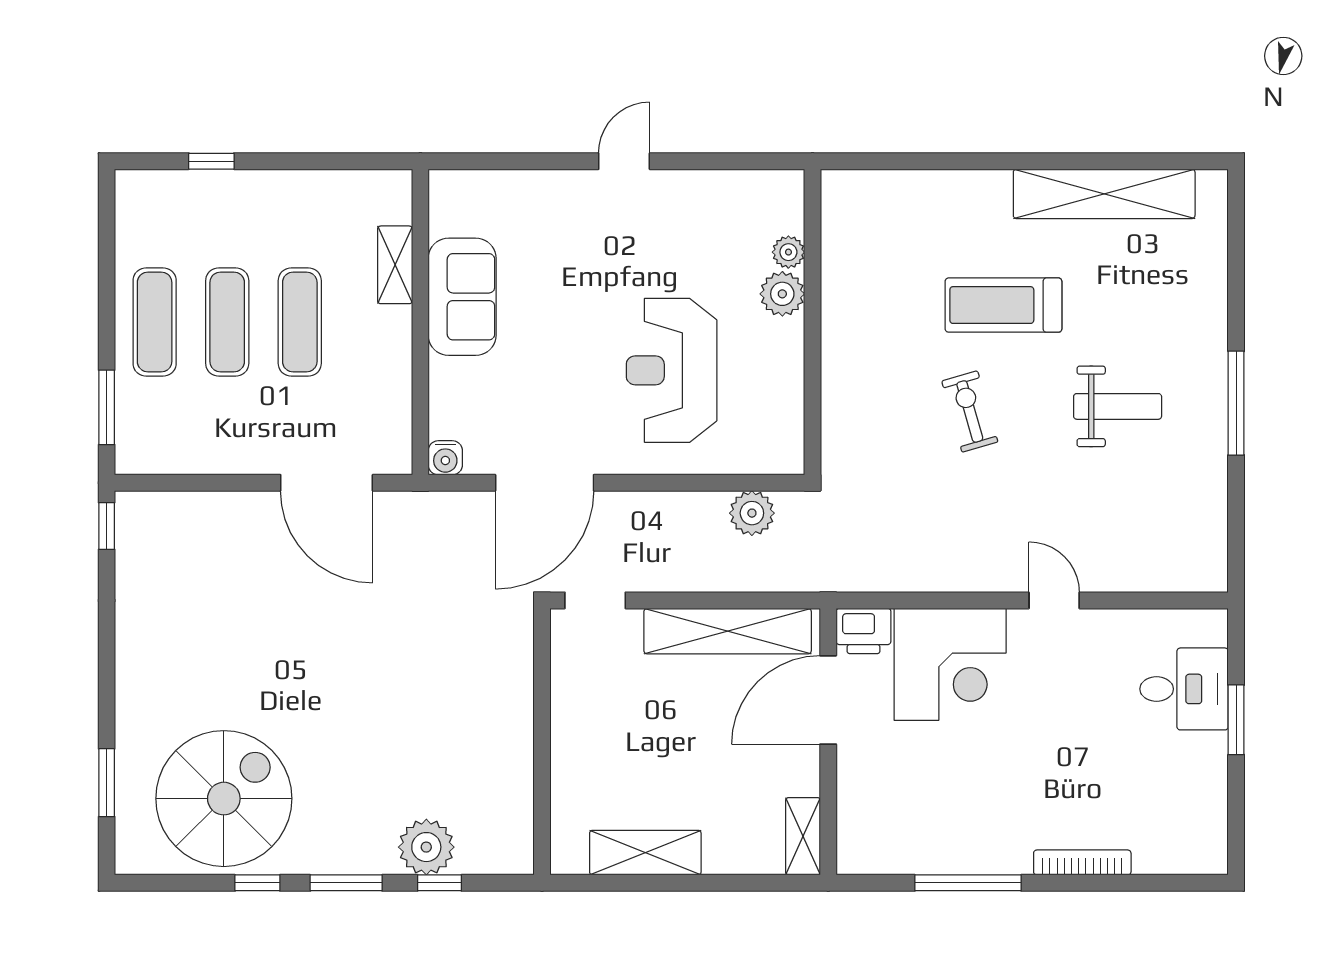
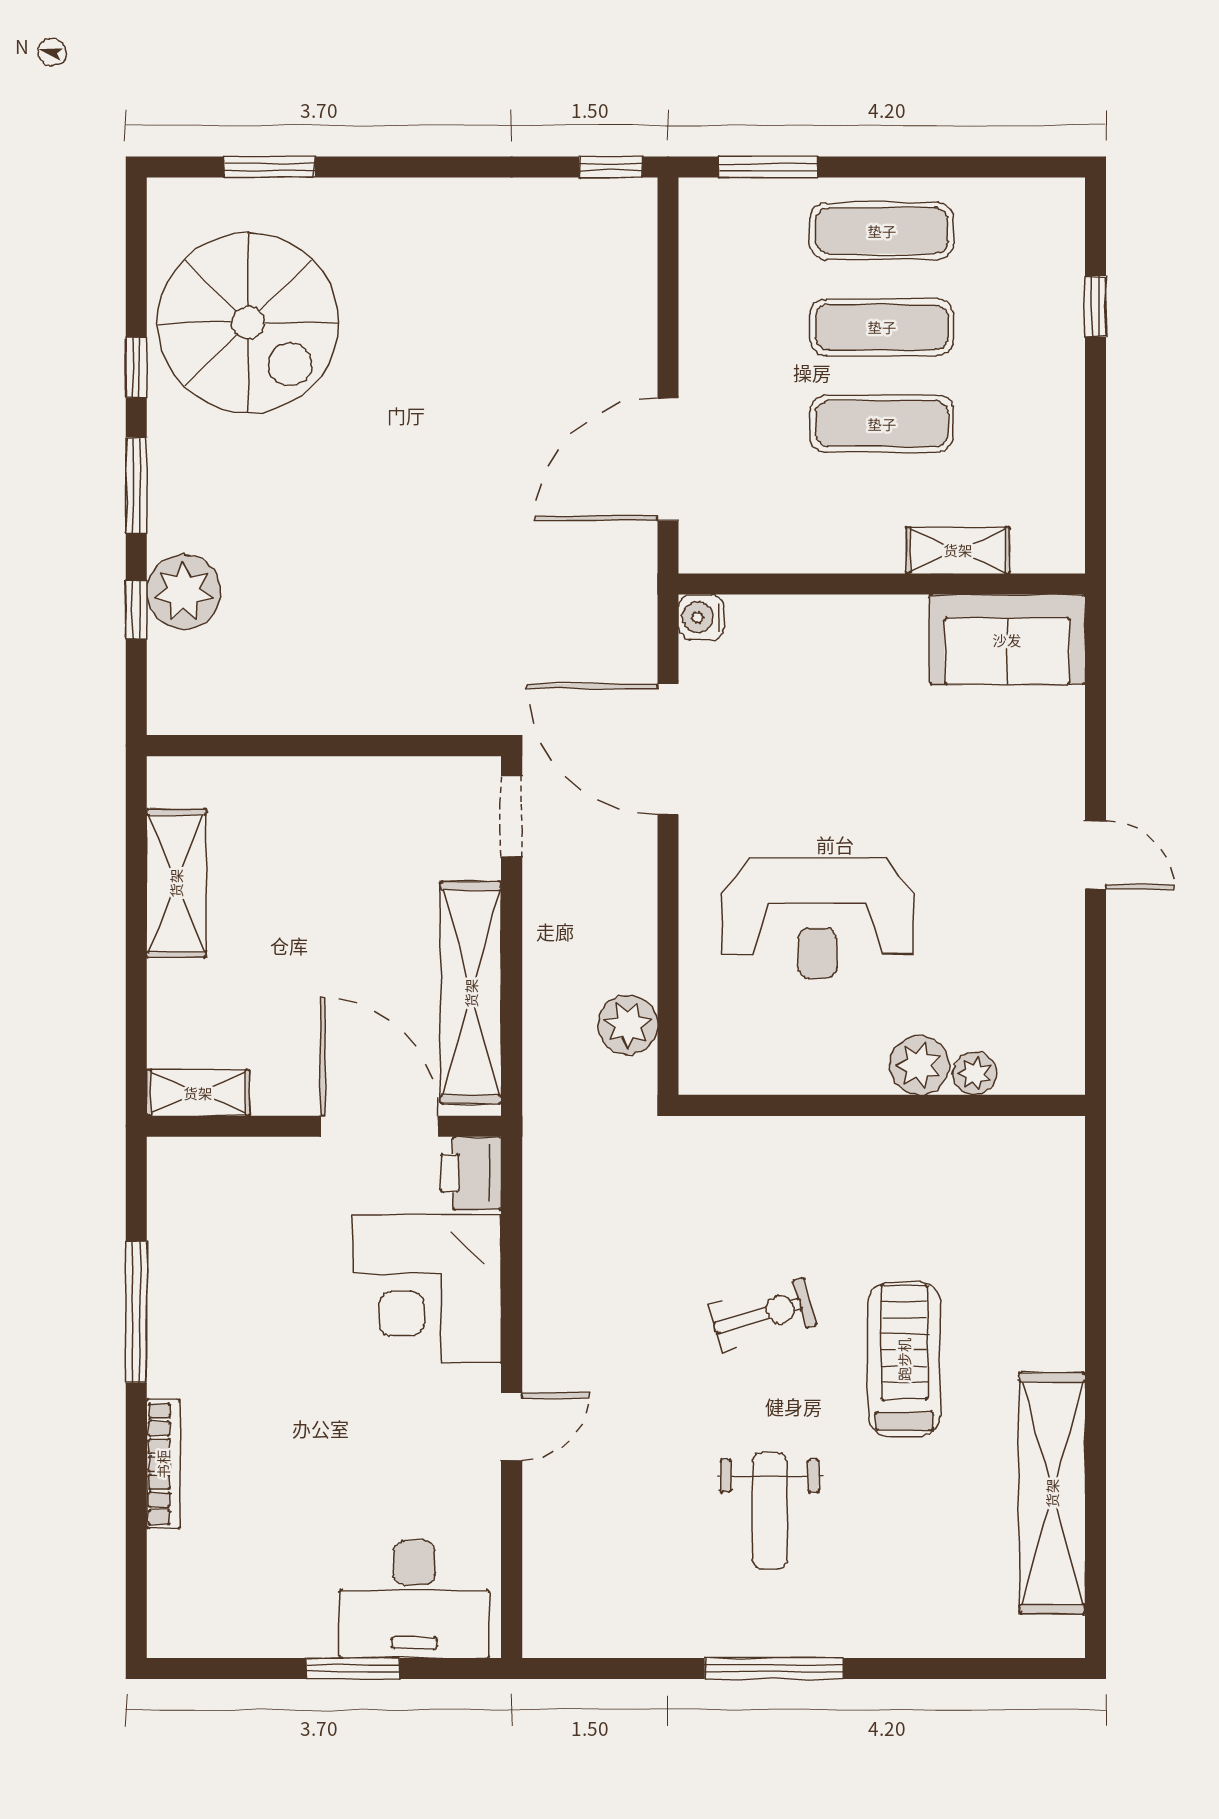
sofa: (462, 297) -> (1007, 640), moved
reception desk: (672, 370) -> (817, 918), turned 180
desk: (1184, 689) -> (414, 1599), width x1.37

